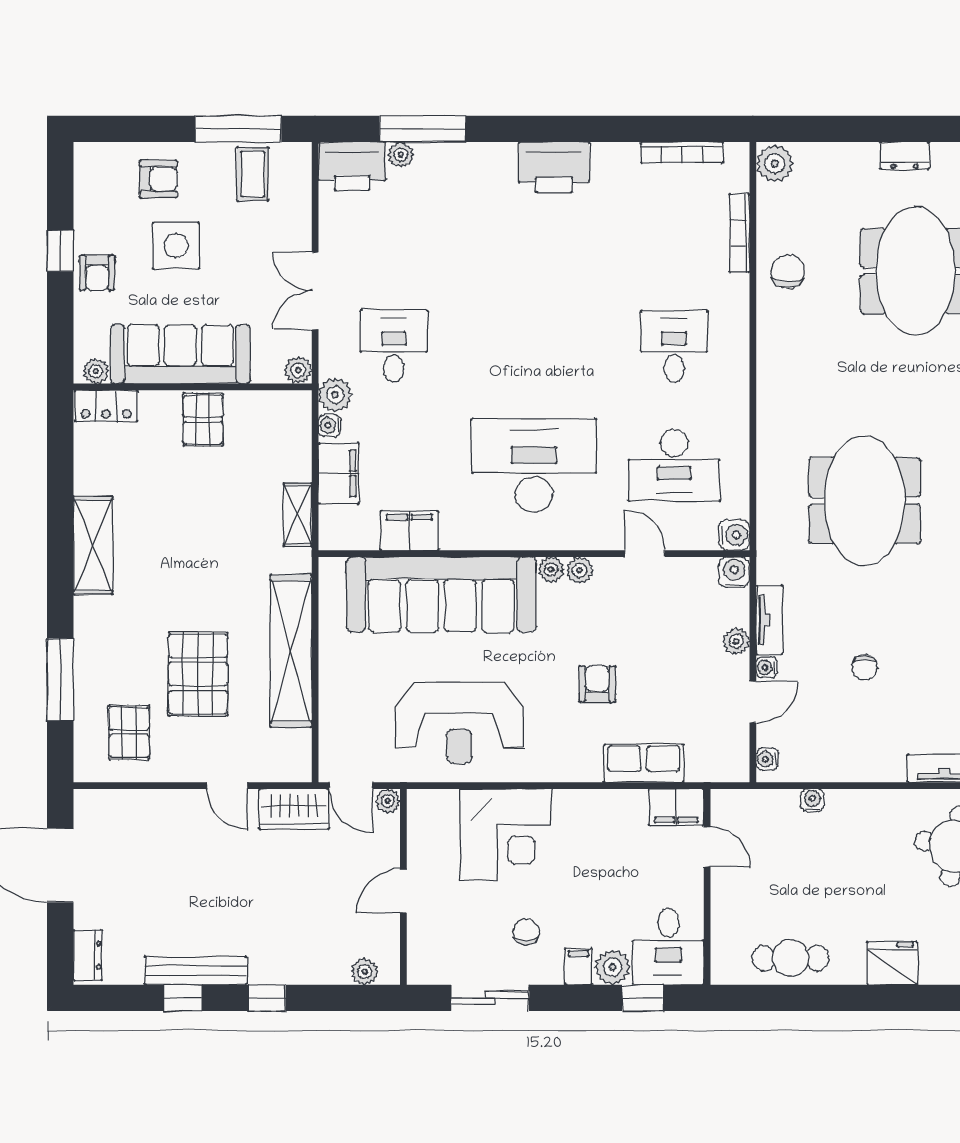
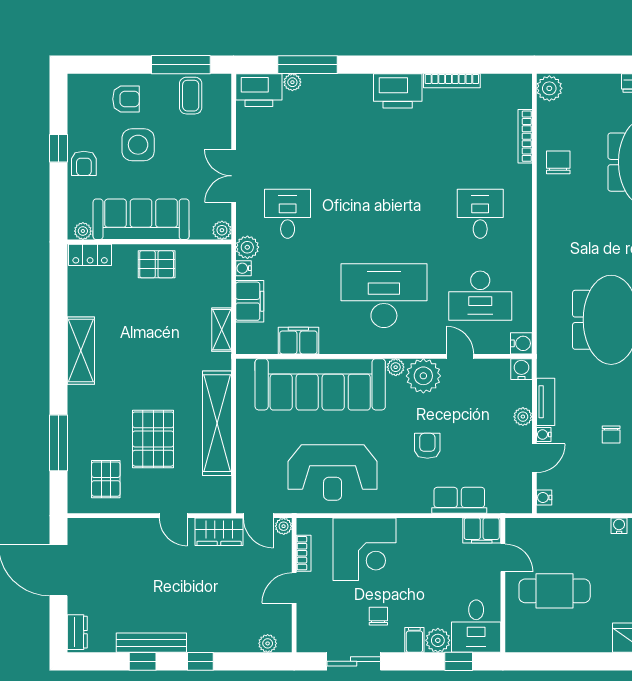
bookcase: (682, 152) -> (452, 81), moved
pallet: (203, 420) -> (157, 264), turned 90
plant: (580, 570) -> (423, 376), width x1.88, depth x1.88
water cooler: (812, 800) -> (619, 526), moved
bookcase: (417, 840) -> (304, 553), added
cafe table: (791, 958) -> (555, 591), moved, width x1.37, depth x1.35

